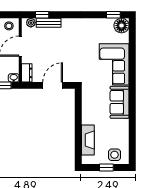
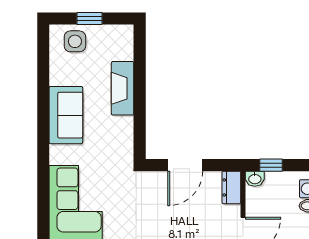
sofa: (120, 102) -> (66, 115), moved
fireplace: (88, 140) -> (123, 88), moved

